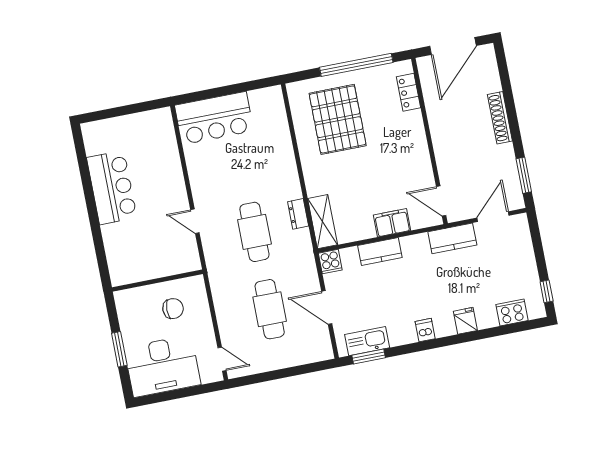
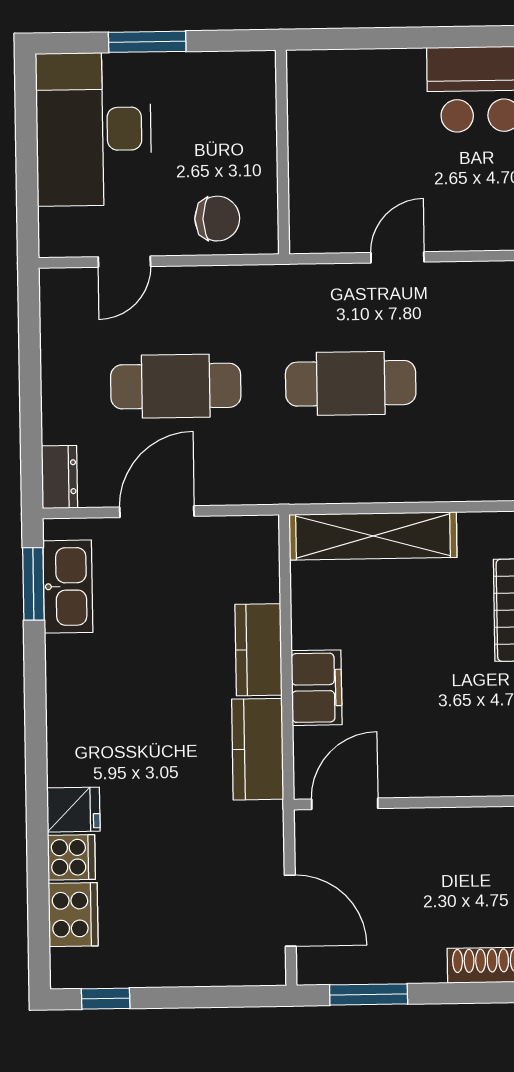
dresser: (298, 214) -> (59, 477), moved, turned 90
shelving: (323, 222) -> (373, 536), width x1.47
kitchen counter: (452, 238) -> (258, 749), moved
cooker: (330, 262) -> (71, 857), moved, turned 180
chair: (173, 309) -> (217, 219), moved, turned -90
dishwasher: (425, 330) -> (69, 718), removed
door: (222, 359) -> (124, 262), moved

